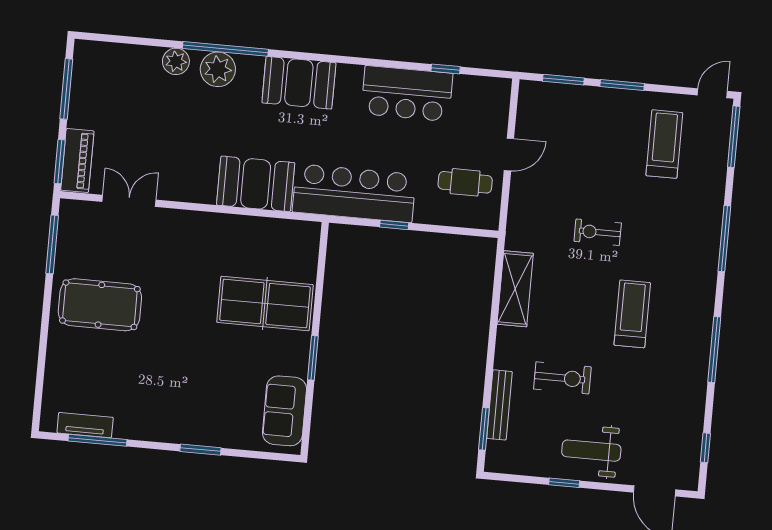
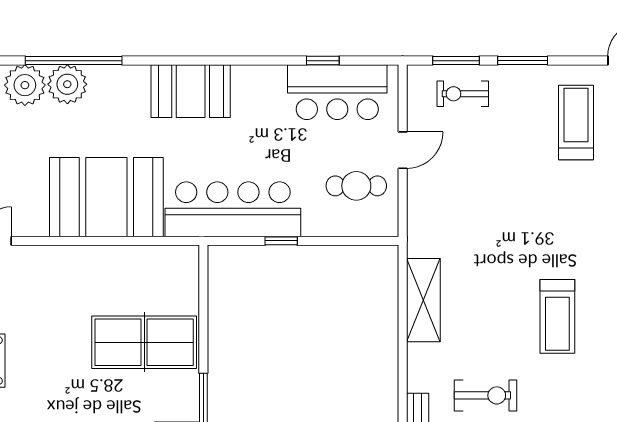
plant: (176, 61) -> (25, 85), width x1.36, depth x1.36
booth: (299, 83) -> (191, 91), moved
bar counter: (407, 94) -> (337, 92), moved
booth: (256, 184) -> (106, 197), width x1.36, depth x1.42
exercise bike: (598, 232) -> (463, 94), moved
treadmill: (632, 314) -> (557, 316), turned 180

